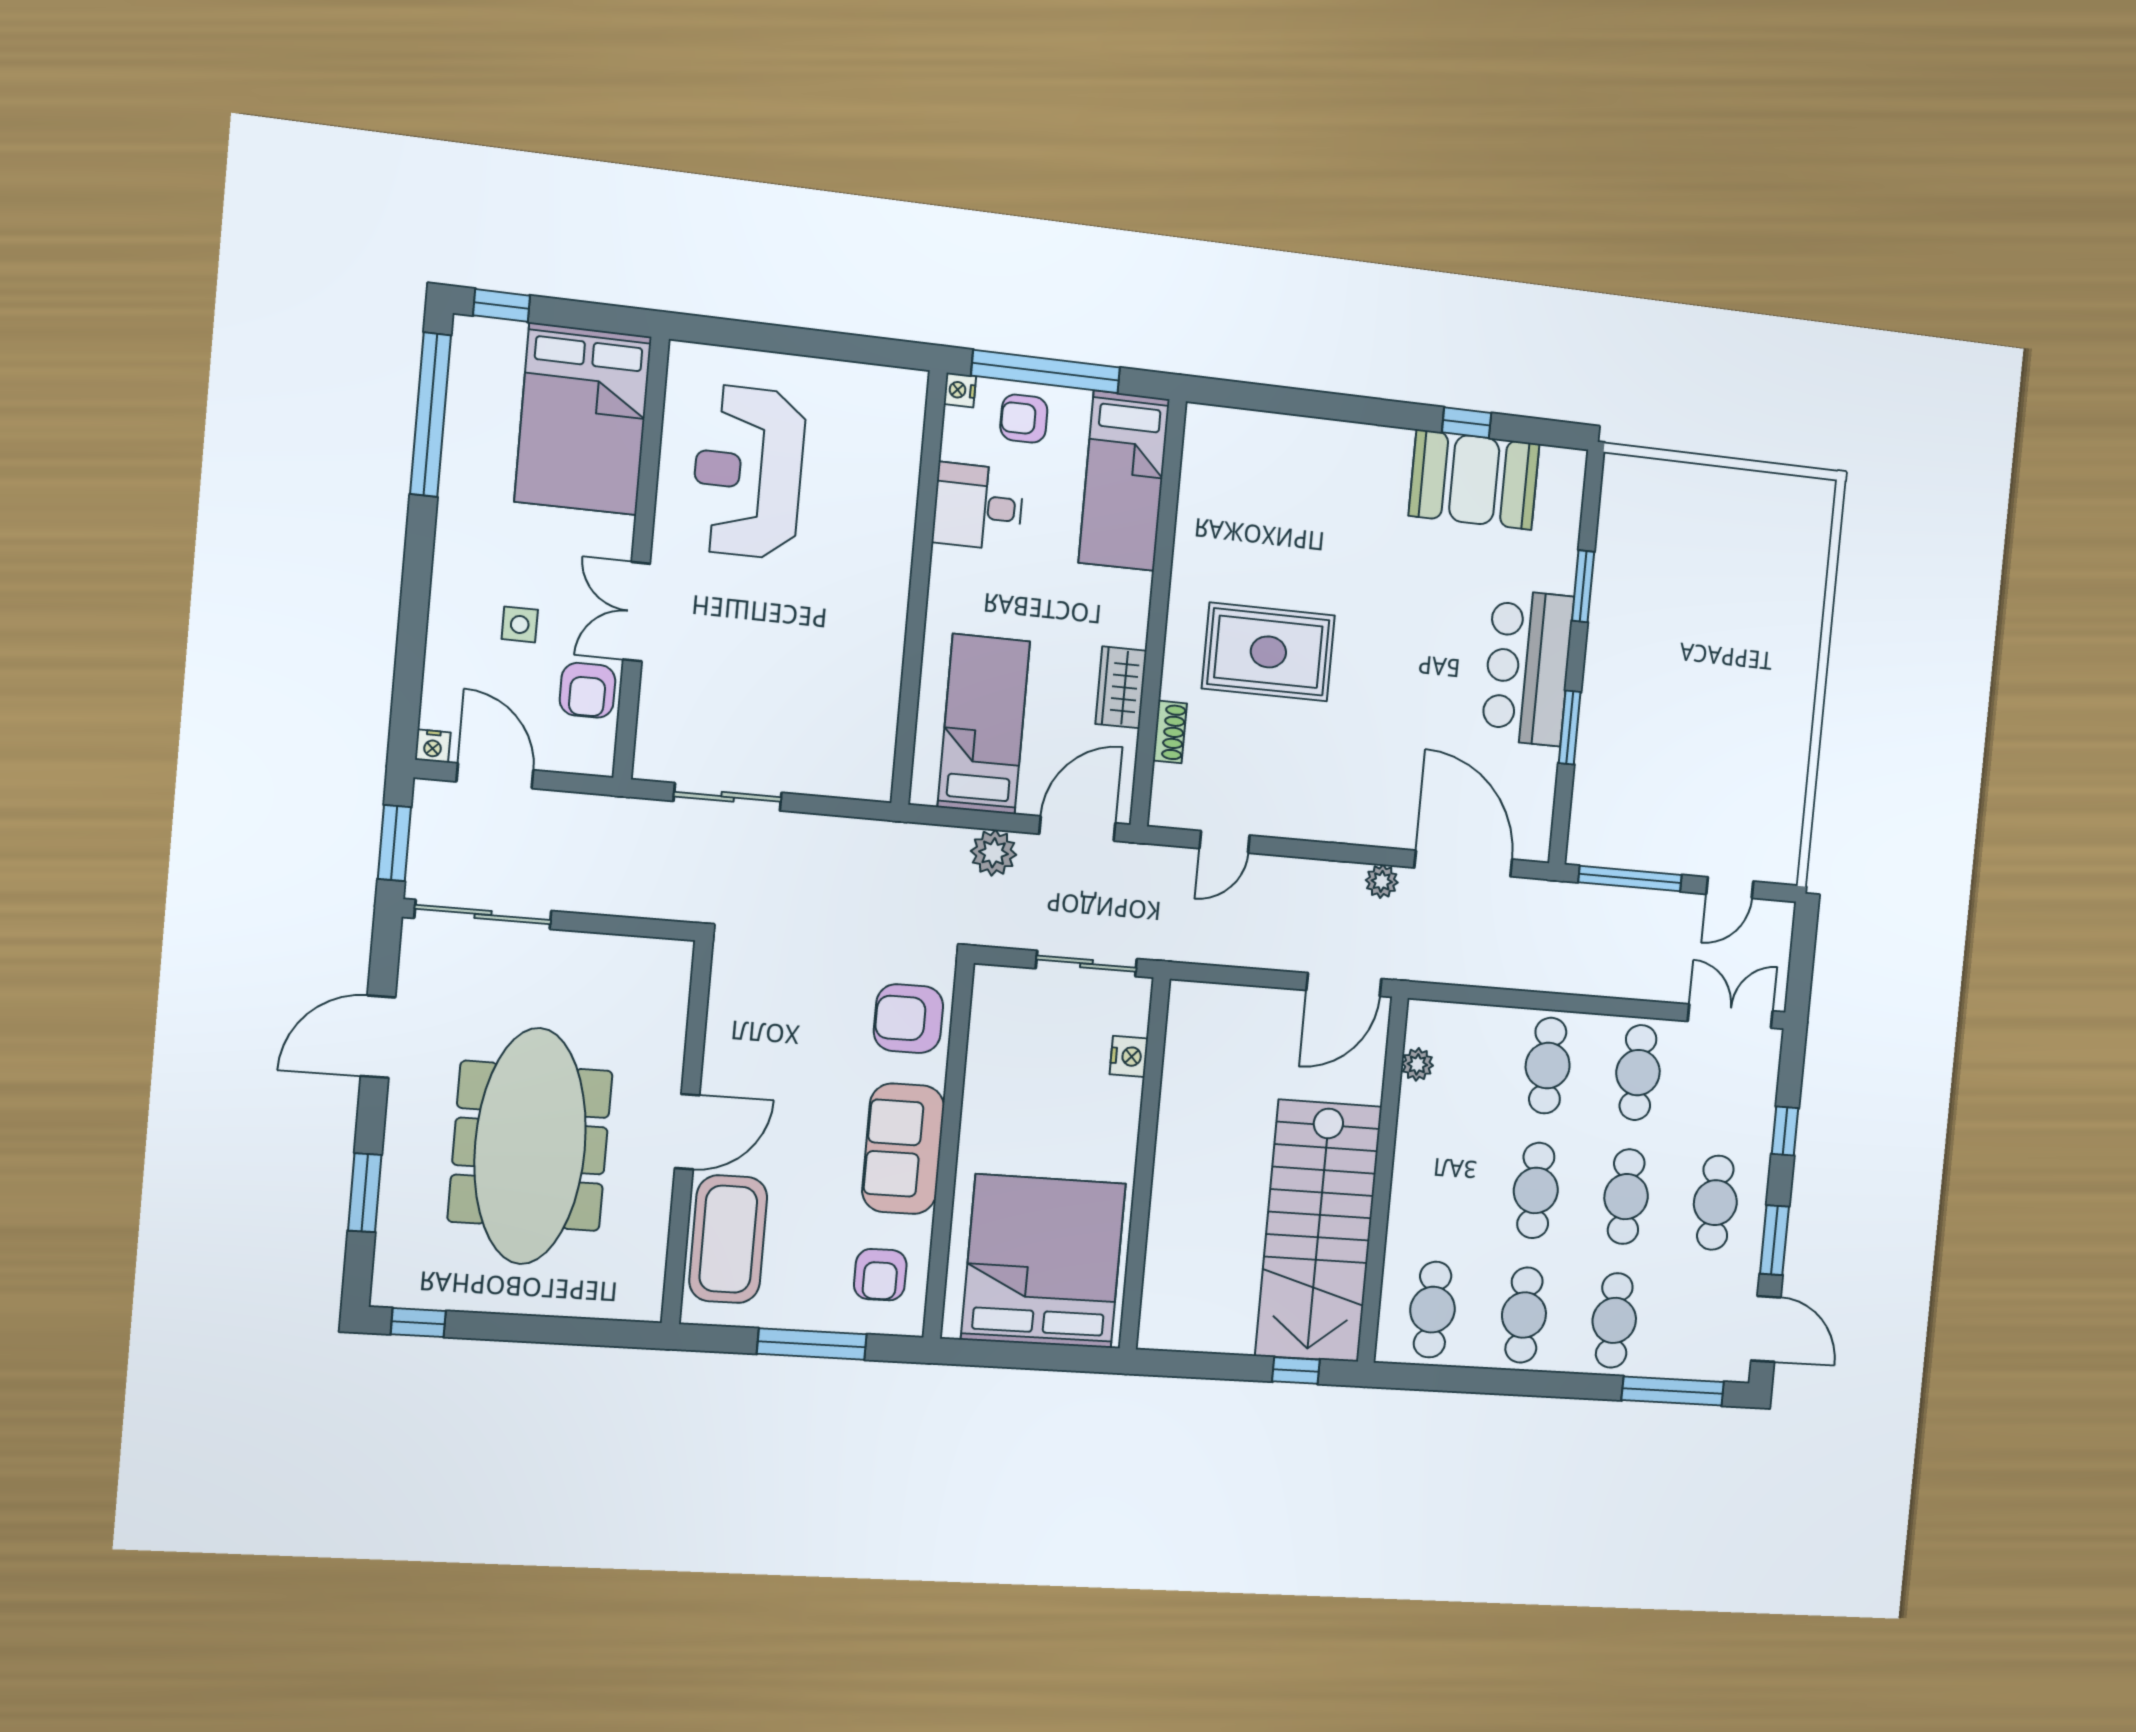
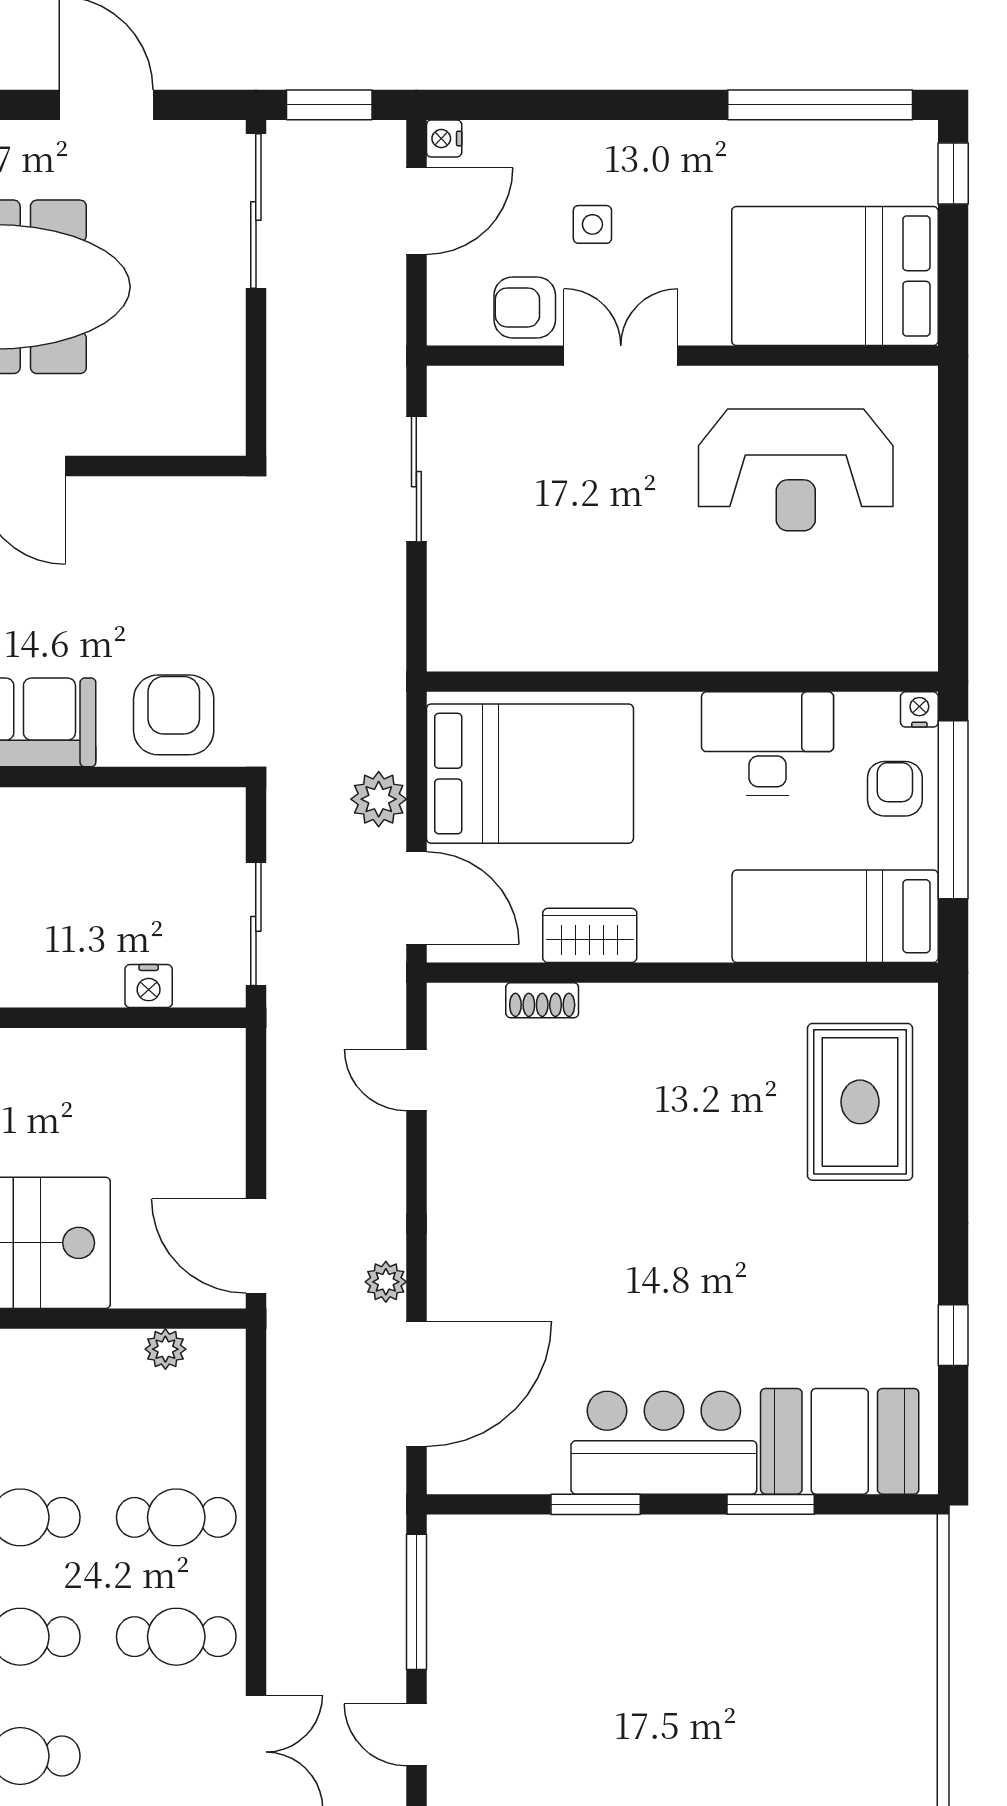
reception desk: (748, 472) -> (796, 470), turned 180
booth: (1474, 480) -> (840, 1441), moved, turned 90
desk: (978, 507) -> (768, 743), width x1.37
rug: (1268, 652) -> (860, 1102), moved
bed: (984, 724) -> (530, 774), width x1.50

